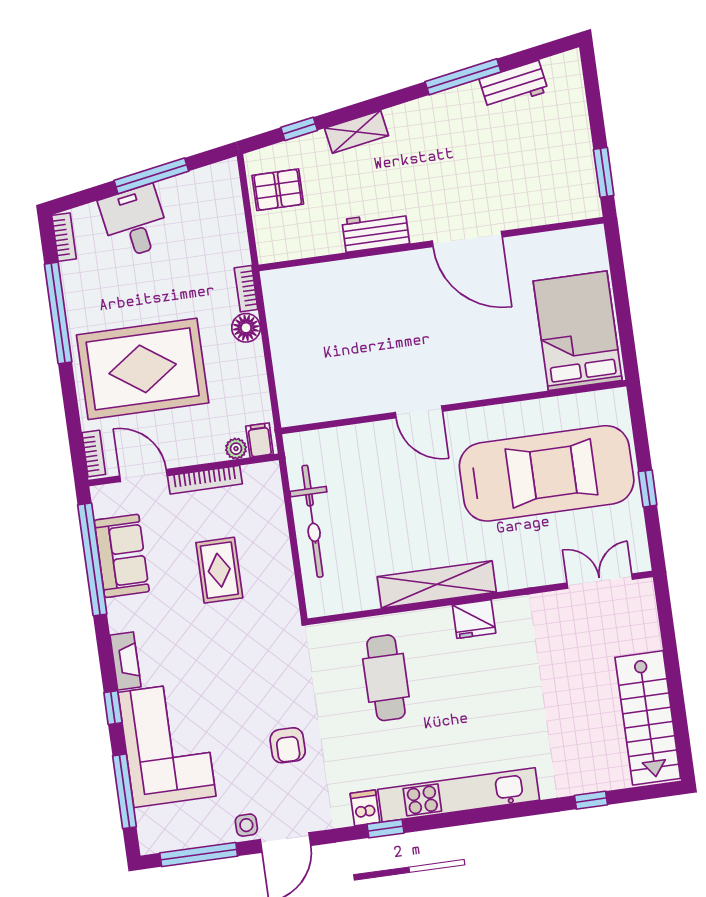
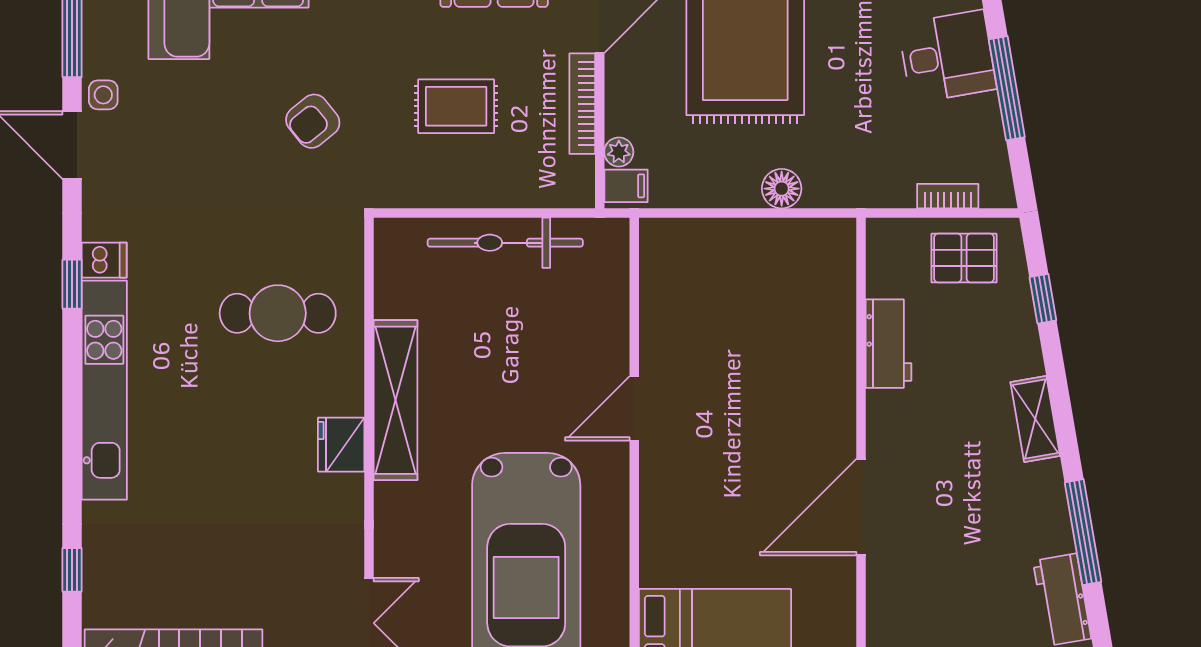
shelving: (357, 132) -> (1035, 419), moved
pallet: (278, 190) -> (964, 258), turned 90
workbench: (376, 232) -> (888, 344), moved
bookcase: (246, 289) -> (948, 196), moved
armchair: (288, 745) -> (313, 121), moved, turned -39

